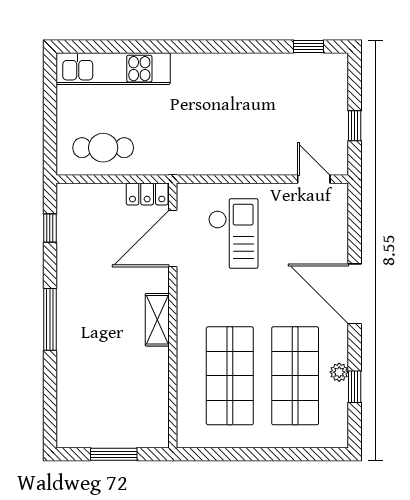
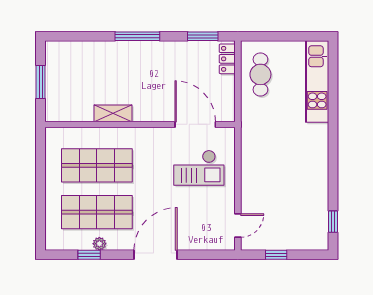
locker: (147, 194) -> (227, 59), moved
window: (50, 228) -> (203, 36), width x1.50
shelving: (157, 320) -> (113, 113), moved

